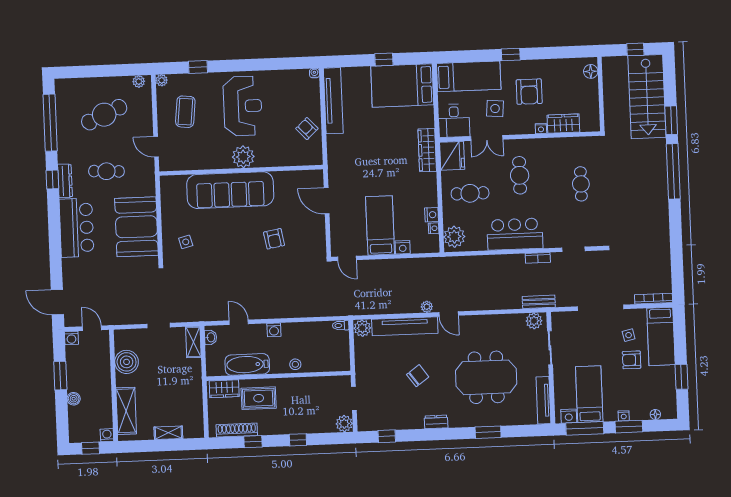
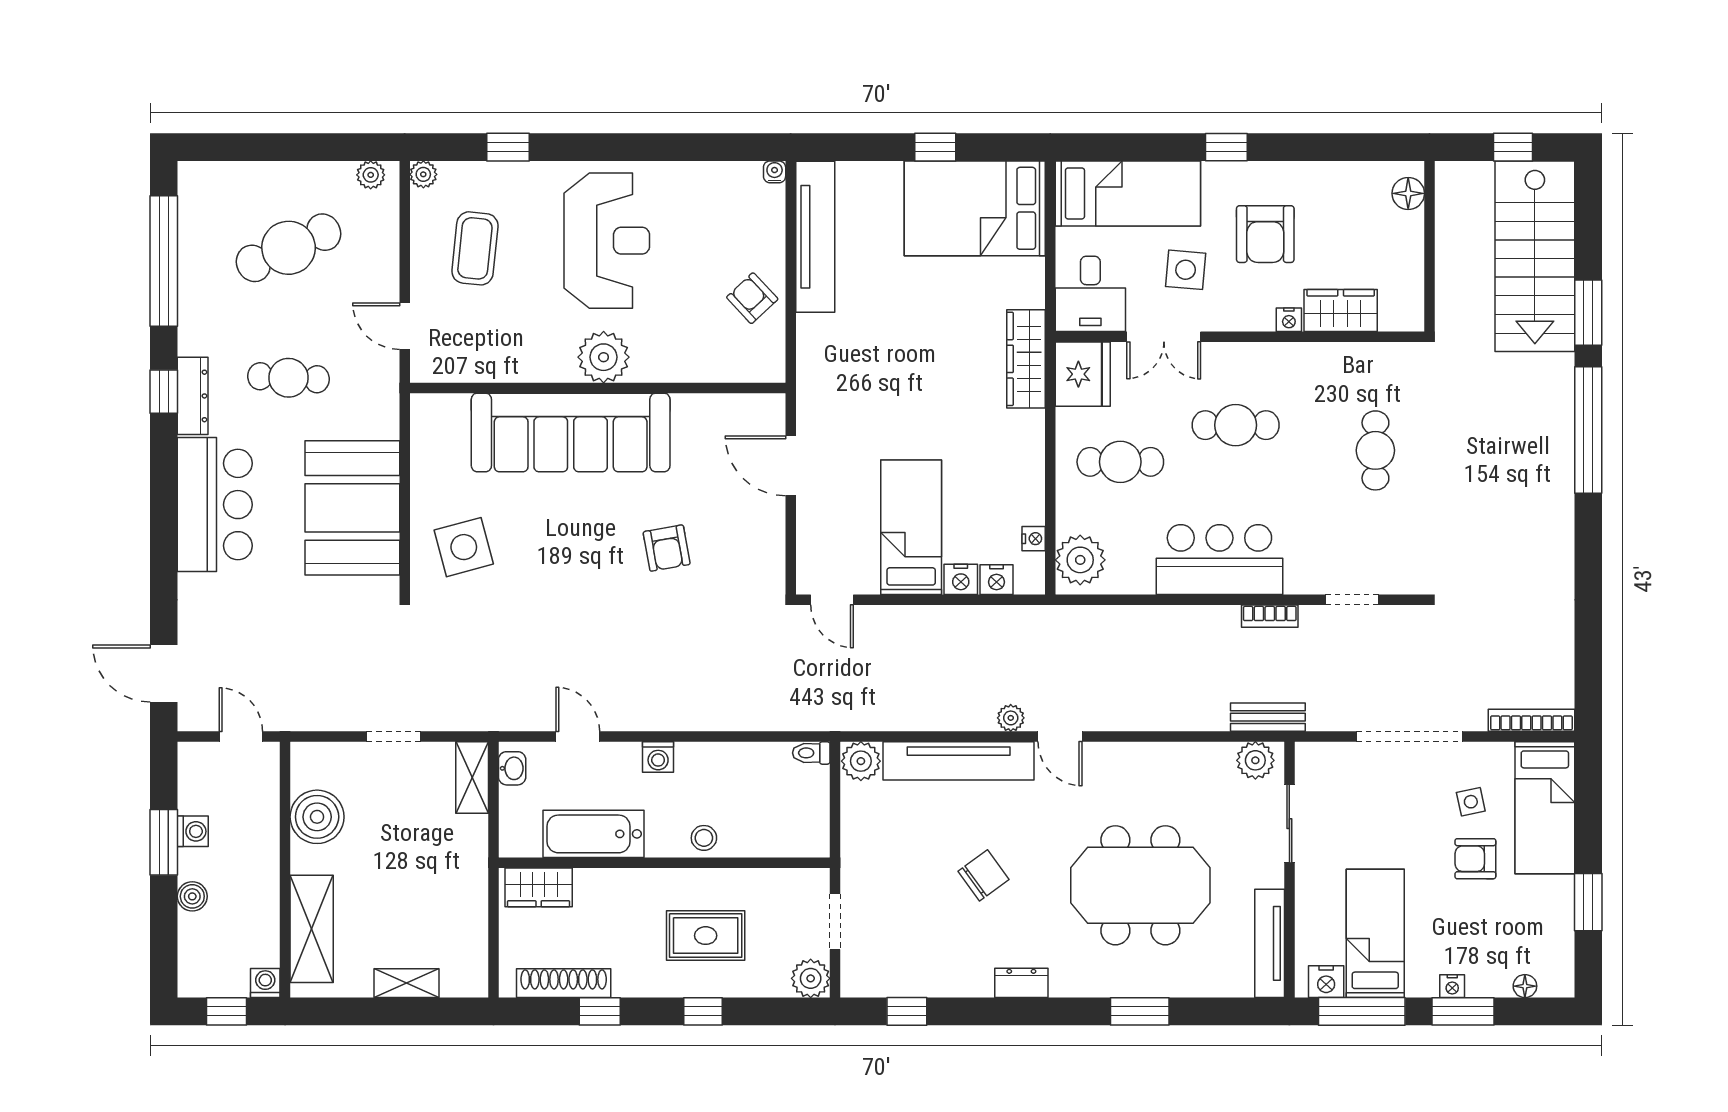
cafe table: (520, 175) -> (1236, 425), turned 90
nightstand: (432, 215) -> (997, 580), moved, turned 90
side table: (186, 242) -> (464, 547), width x1.87, depth x1.87
washing machine: (71, 338) -> (193, 831), moved, turned -90
rug: (259, 398) -> (706, 936), moved

